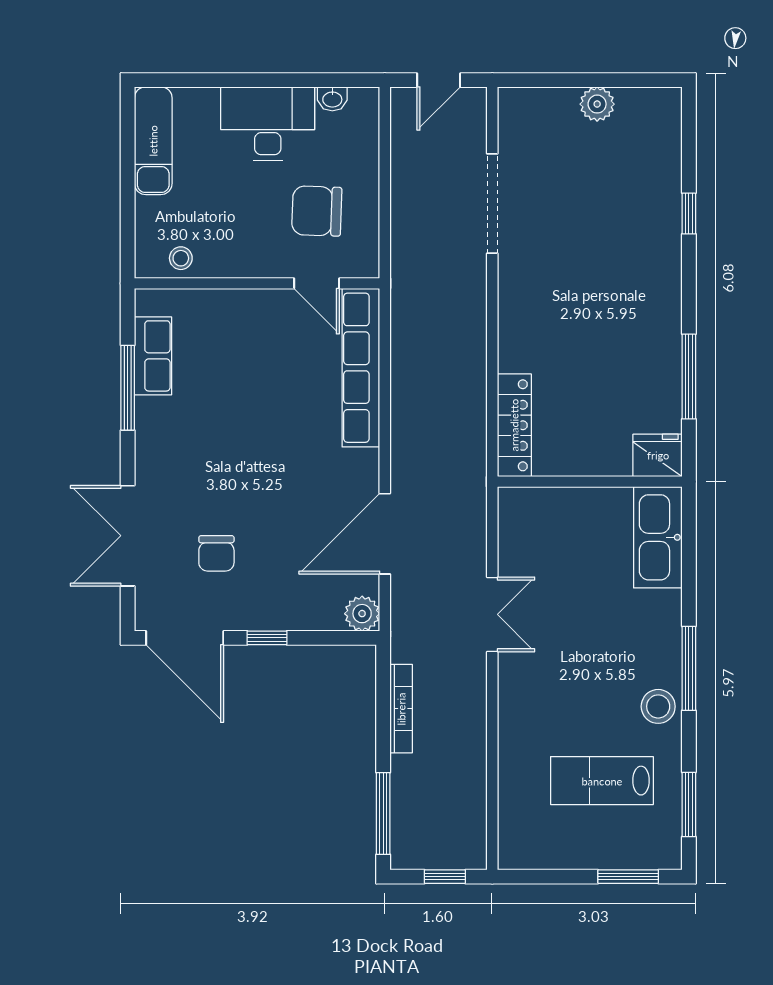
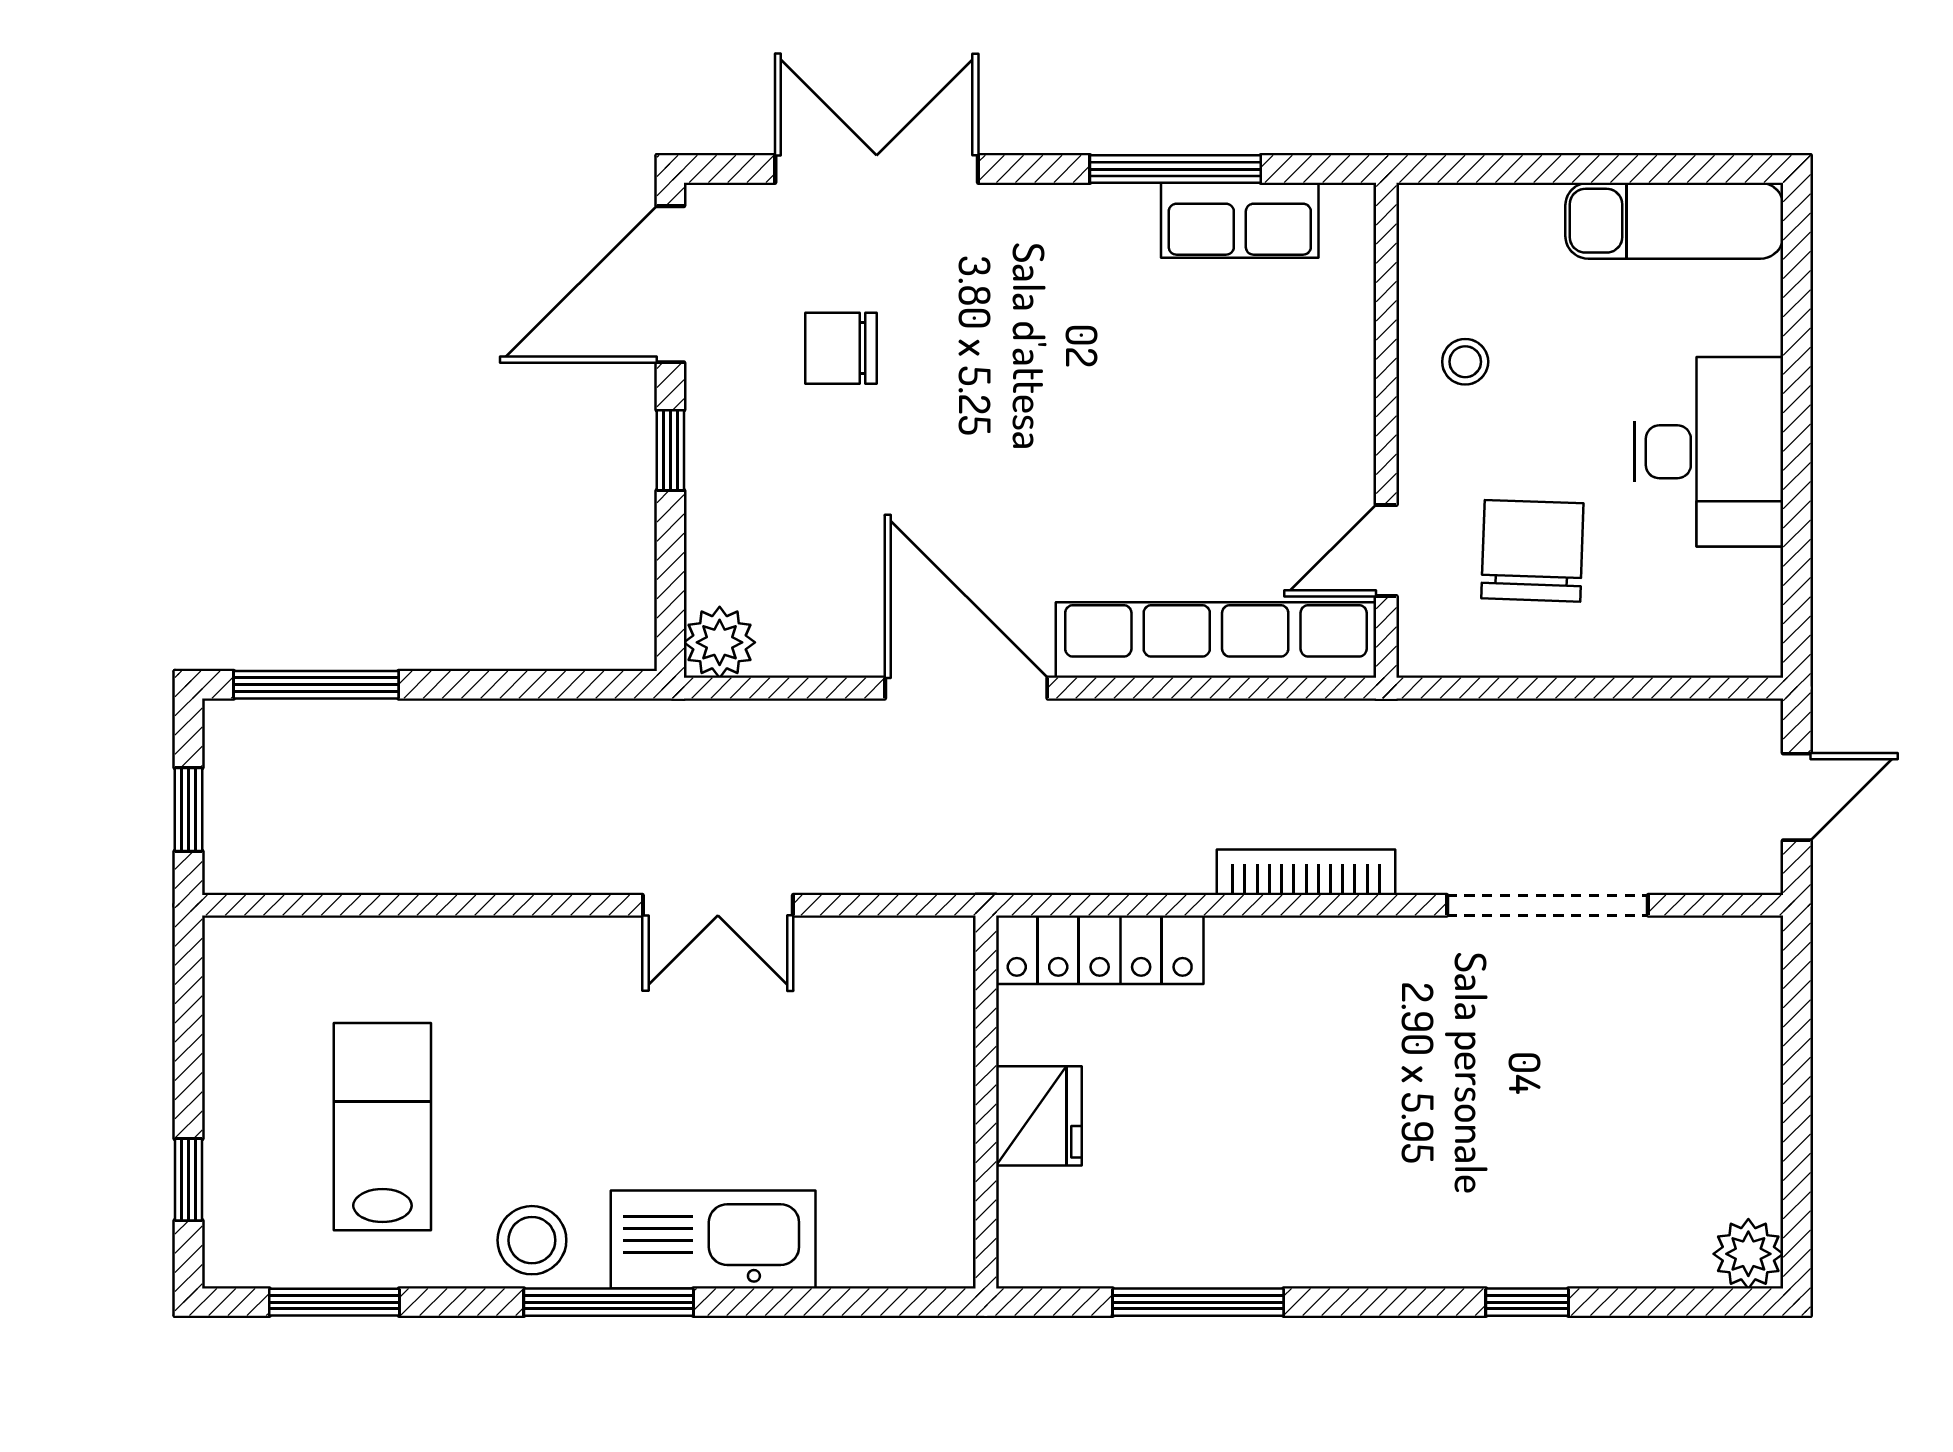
door: (439, 80) -> (1797, 797), swing flipped
washbasin: (332, 99) -> (1759, 582), removed
plant: (597, 104) -> (1748, 1254), moved
stool: (181, 258) -> (1465, 362), moved
fridge: (658, 455) -> (1039, 1116), moved
door: (385, 534) -> (966, 688), moved
kitchen sink: (658, 537) -> (713, 1240), moved
bookcase: (401, 709) -> (1306, 872), moved, turned 180
window: (628, 877) -> (189, 1180), width x0.67

